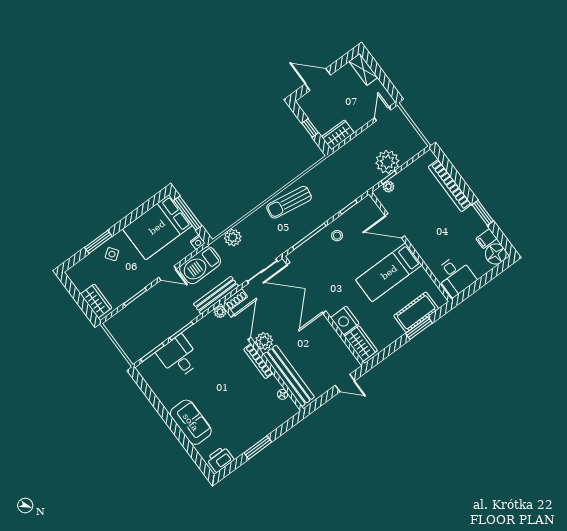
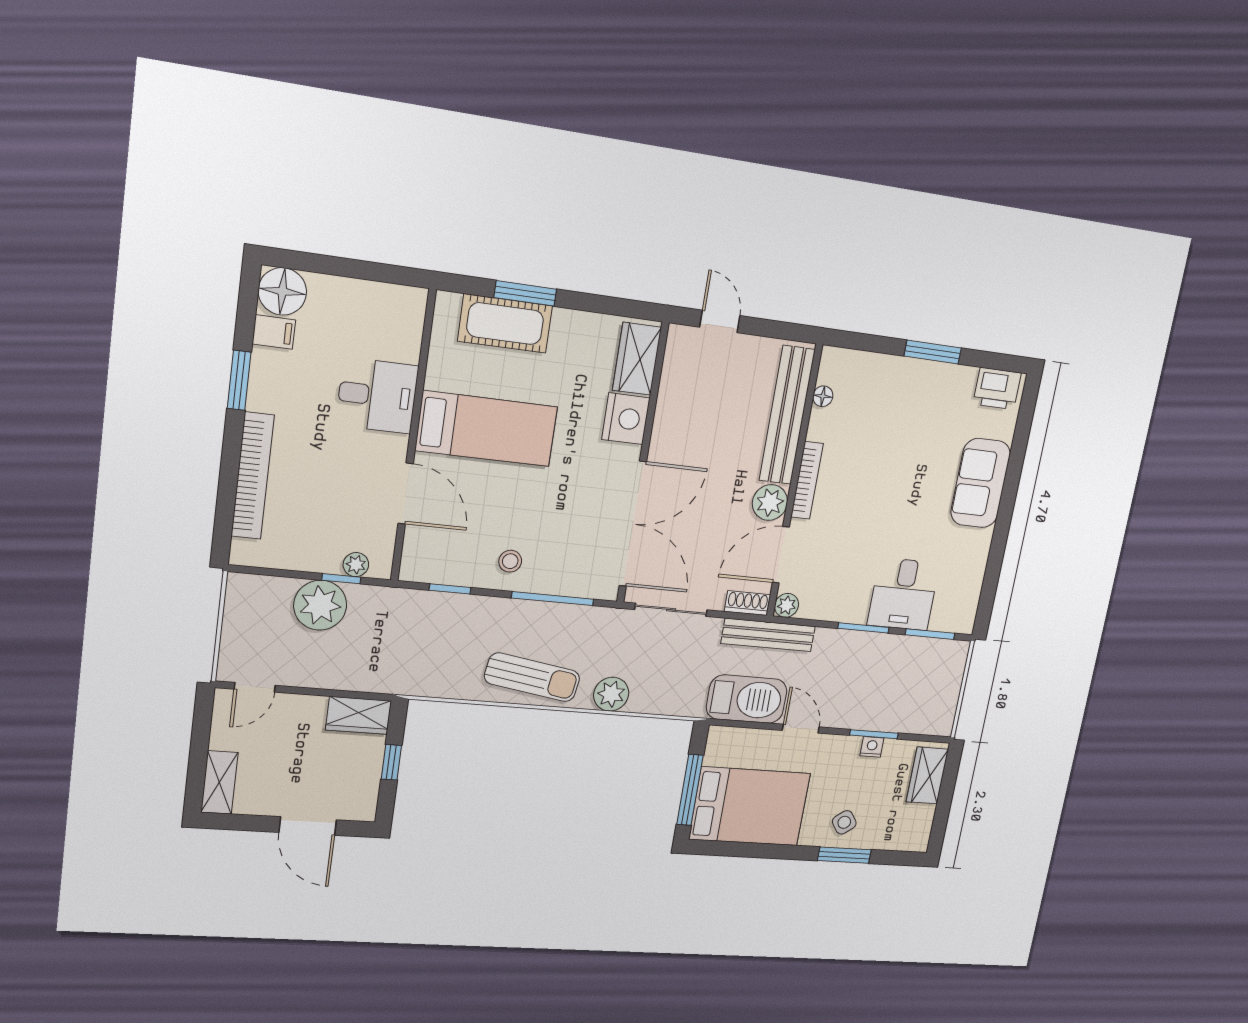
plant: (233, 237) -> (611, 694), moved
nightstand: (198, 242) -> (872, 747), moved
desk: (455, 276) -> (377, 396), moved, turned 90

